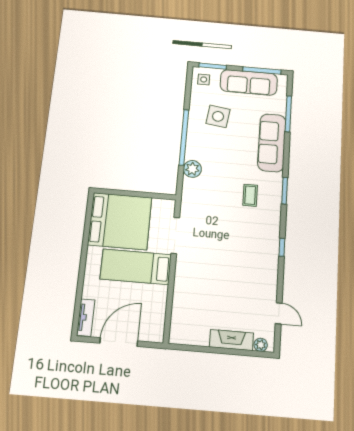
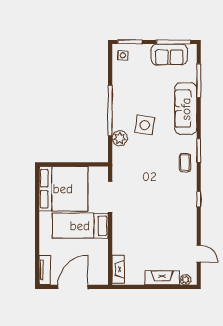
sofa: (249, 82) -> (169, 54), width x0.73
side table: (218, 116) -> (145, 125), moved
coffee table: (250, 195) -> (185, 163), moved
fireplace: (177, 325) -> (118, 269), added

